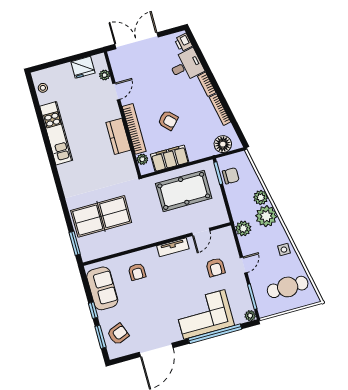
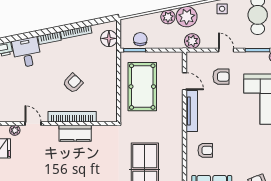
filing cabinet: (170, 158) -> (108, 91), removed
plant: (142, 159) -> (102, 117), removed
tv unit: (173, 247) -> (192, 111), width x1.41

